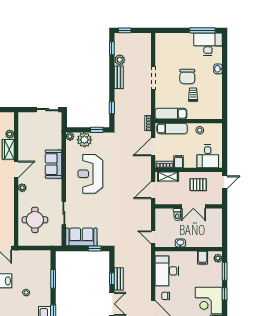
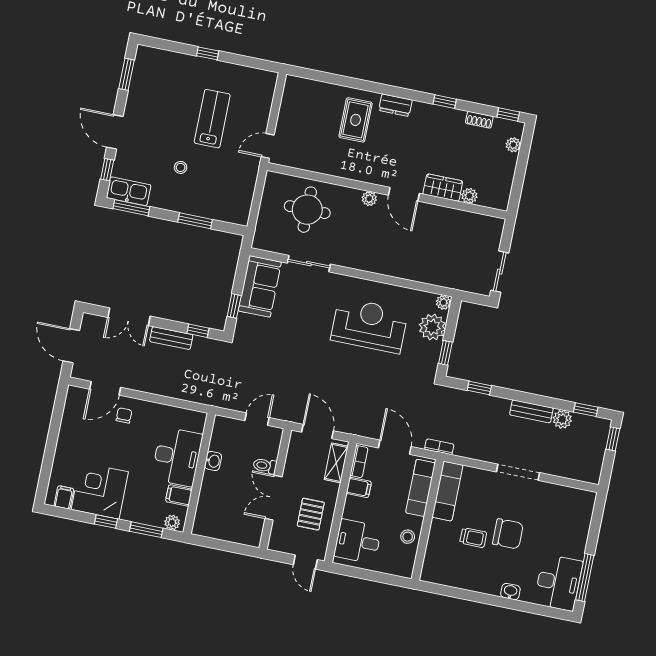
chair: (187, 77) -> (508, 534), turned 180
sofa: (54, 164) -> (400, 263), removed
door: (153, 237) -> (257, 419), moved
desk: (167, 271) -> (177, 457), moved, turned 90
window: (112, 279) -> (198, 331), moved

